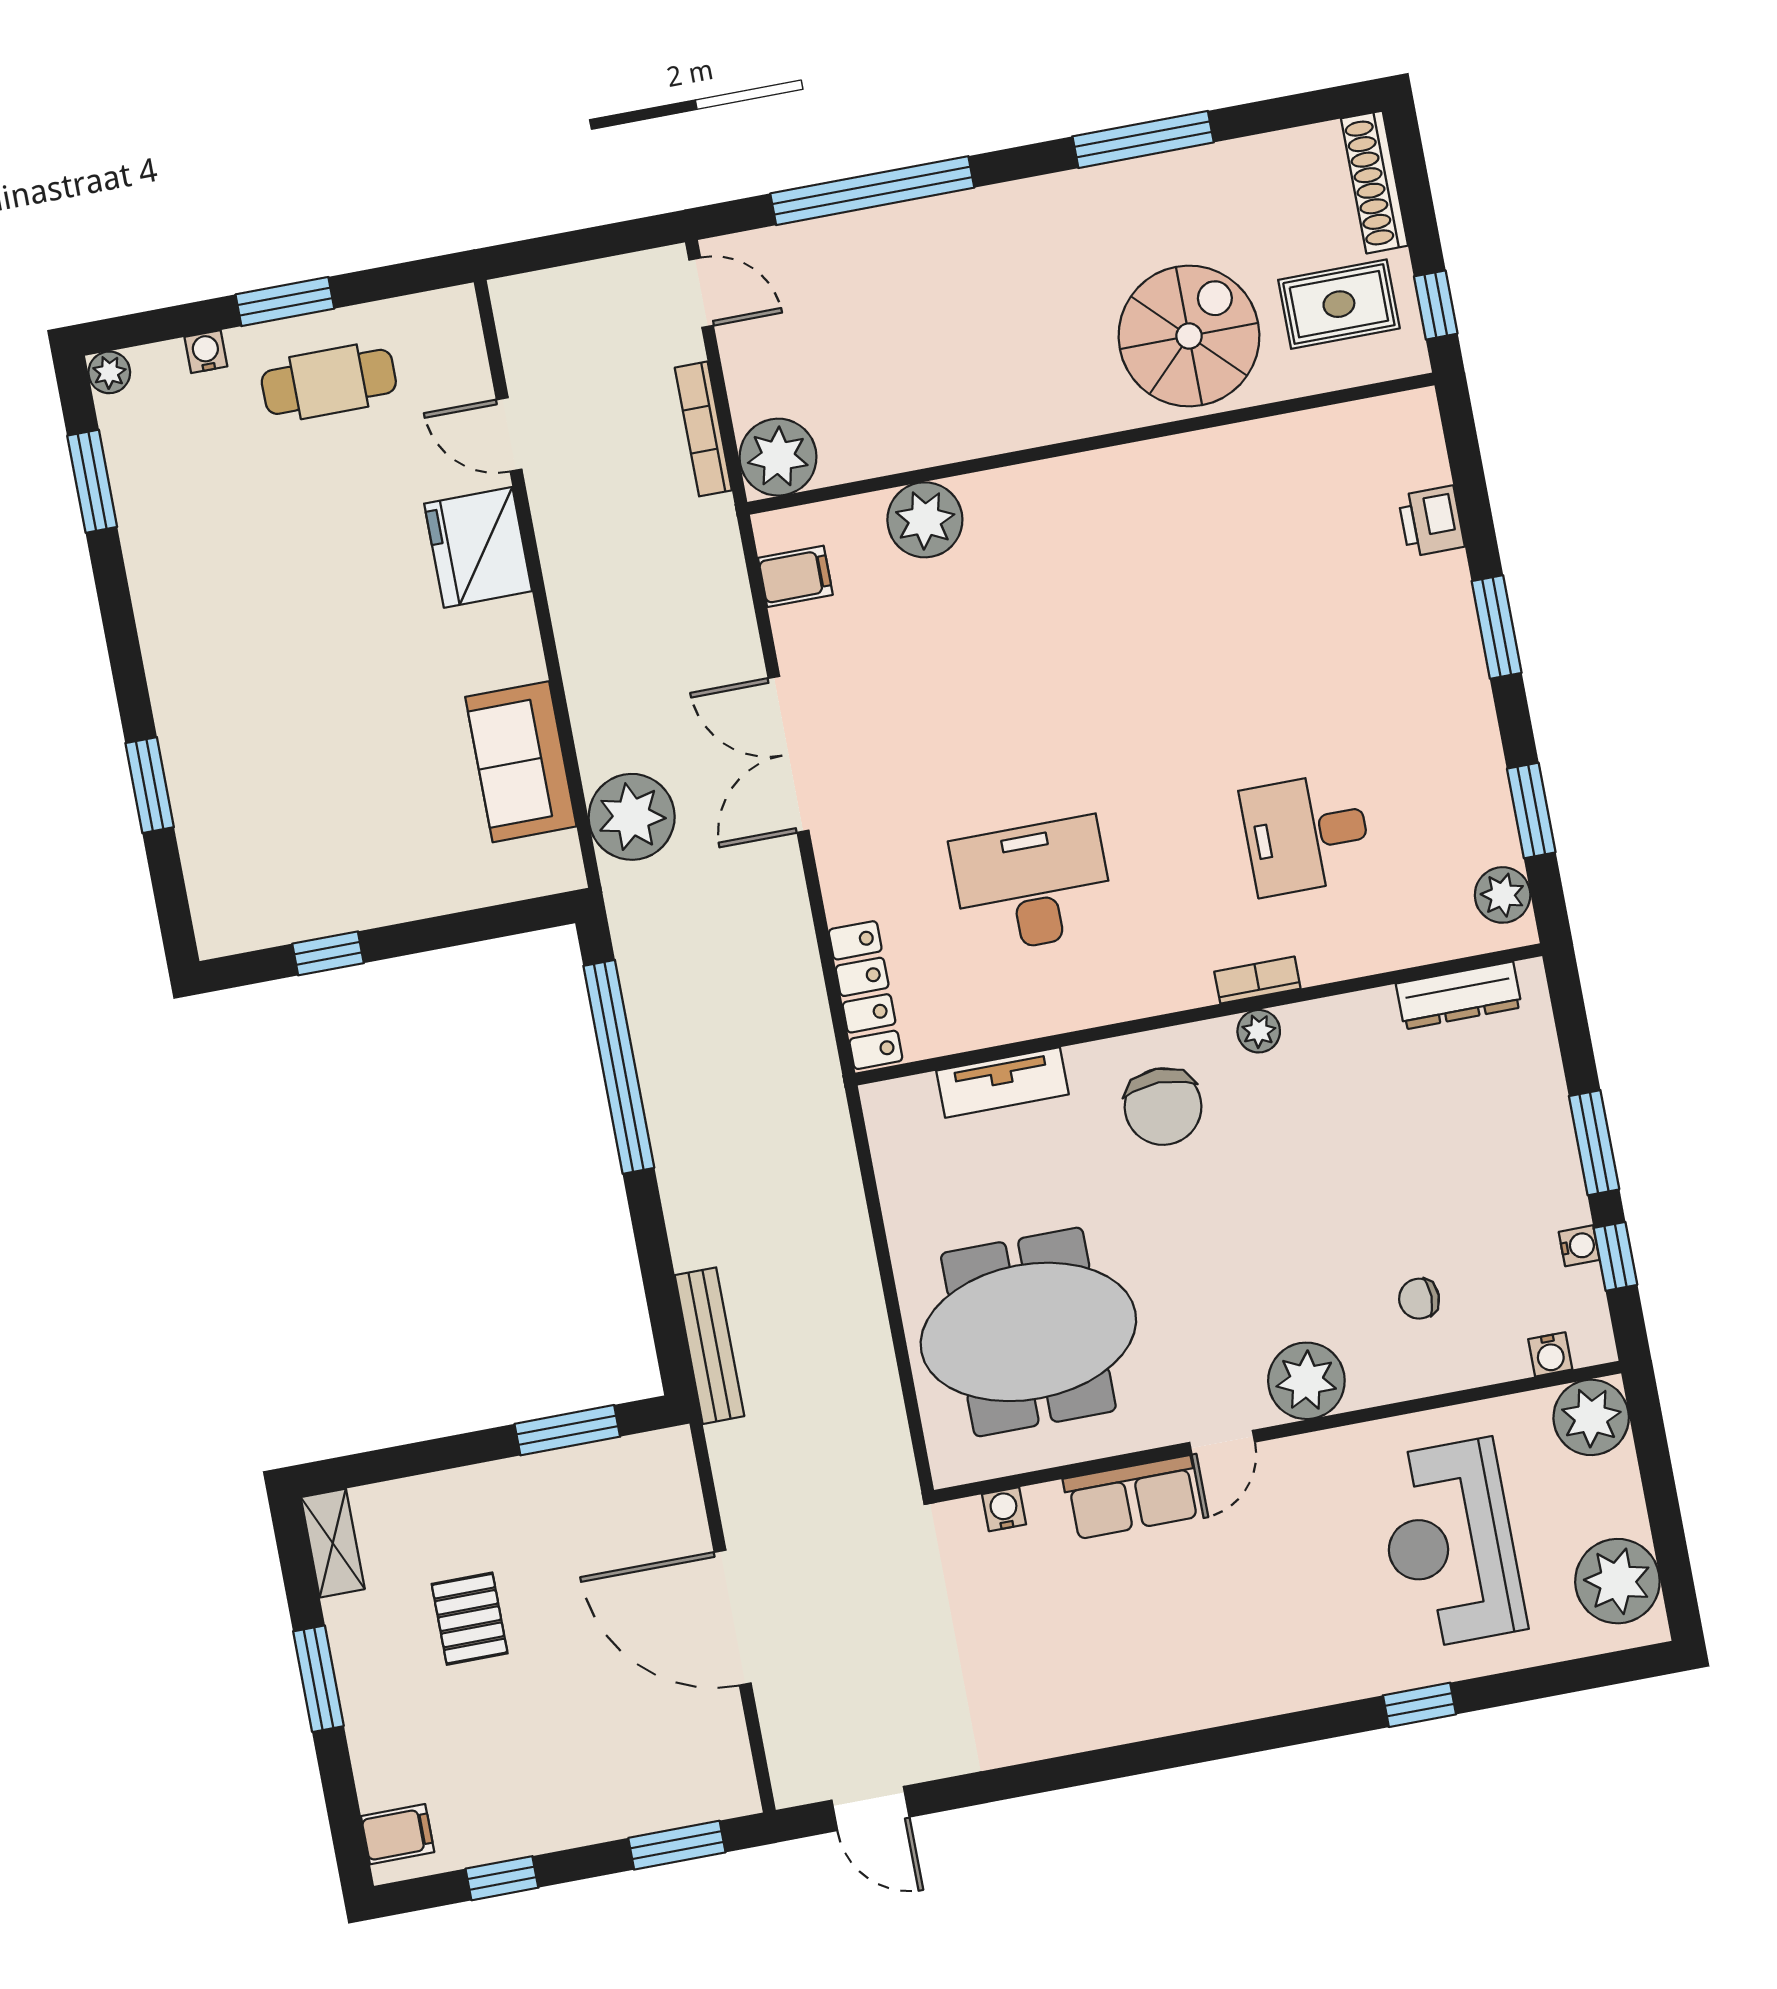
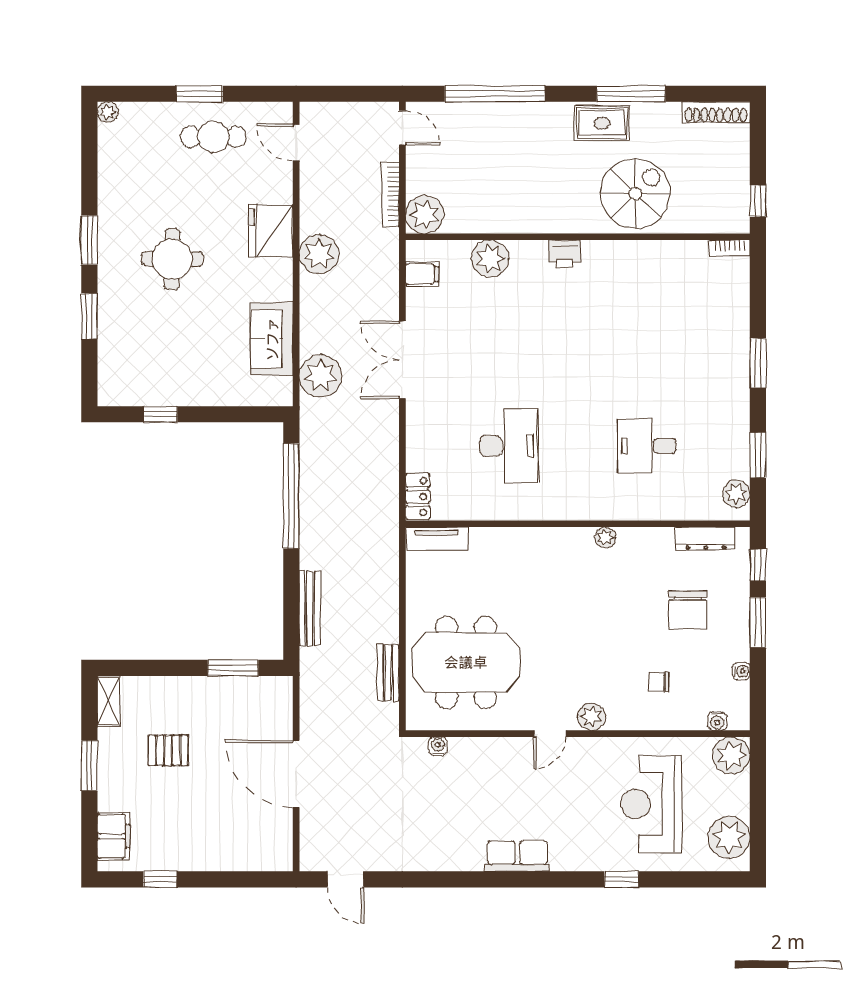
shoe rack: (1375, 182) -> (716, 112), moved, turned -90
rug: (1339, 304) -> (602, 123), moved
water cooler: (206, 352) -> (156, 111), removed
door: (509, 434) -> (296, 143), moved
window: (92, 481) -> (89, 240), moved
printer: (1431, 521) -> (565, 254), moved, turned -90
plant: (583, 576) -> (319, 254), added
round table: (293, 640) -> (172, 259), added
desk: (1033, 885) -> (509, 446), turned 90
bookcase: (1257, 980) -> (730, 248), moved, turned 180
locker: (866, 995) -> (418, 496), width x0.66
tv unit: (1002, 1082) -> (437, 539), moved
chair: (1163, 1107) -> (687, 610), moved
window: (1616, 1256) -> (758, 565), moved
bench: (709, 1346) -> (310, 608), moved
bench: (878, 1381) -> (388, 673), added
plant: (1306, 1381) -> (591, 717), width x0.73, depth x0.73
row of seats: (1132, 1497) -> (517, 856), moved, turned 180
pallet: (470, 1619) -> (168, 750), turned 90
filing cabinet: (398, 1834) -> (113, 836), width x2.00
window: (677, 1845) -> (248, 879), removed

